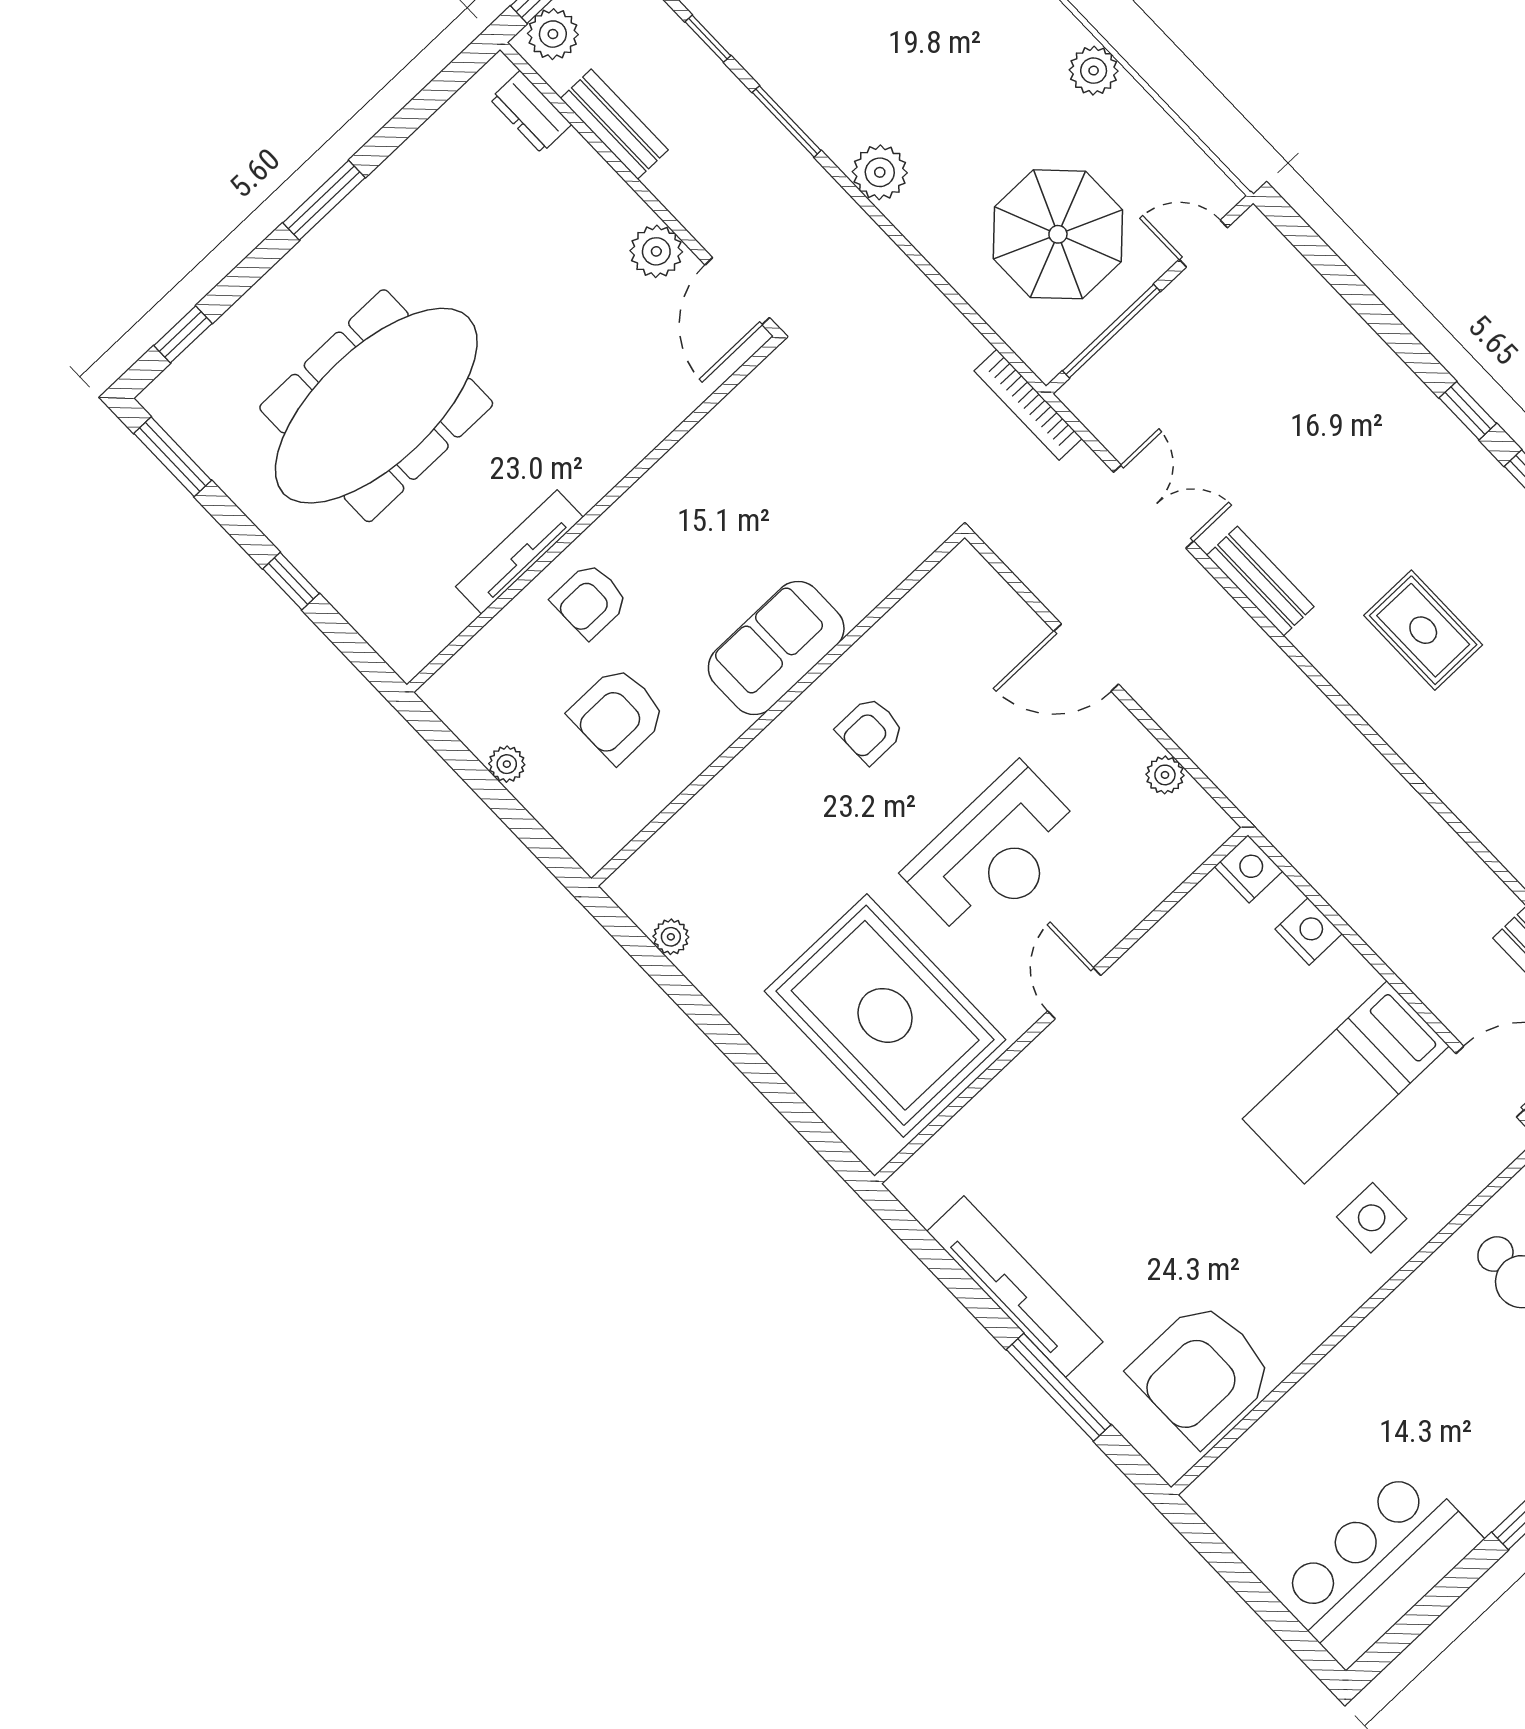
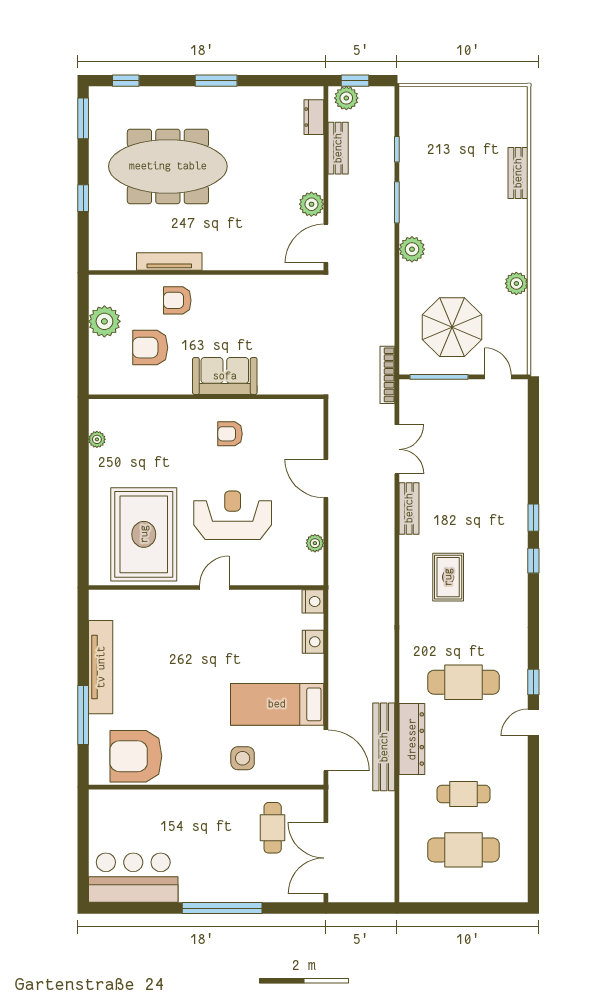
plant: (507, 764) -> (104, 321), width x1.87, depth x1.87
reception desk: (995, 853) -> (233, 515), turned 180

